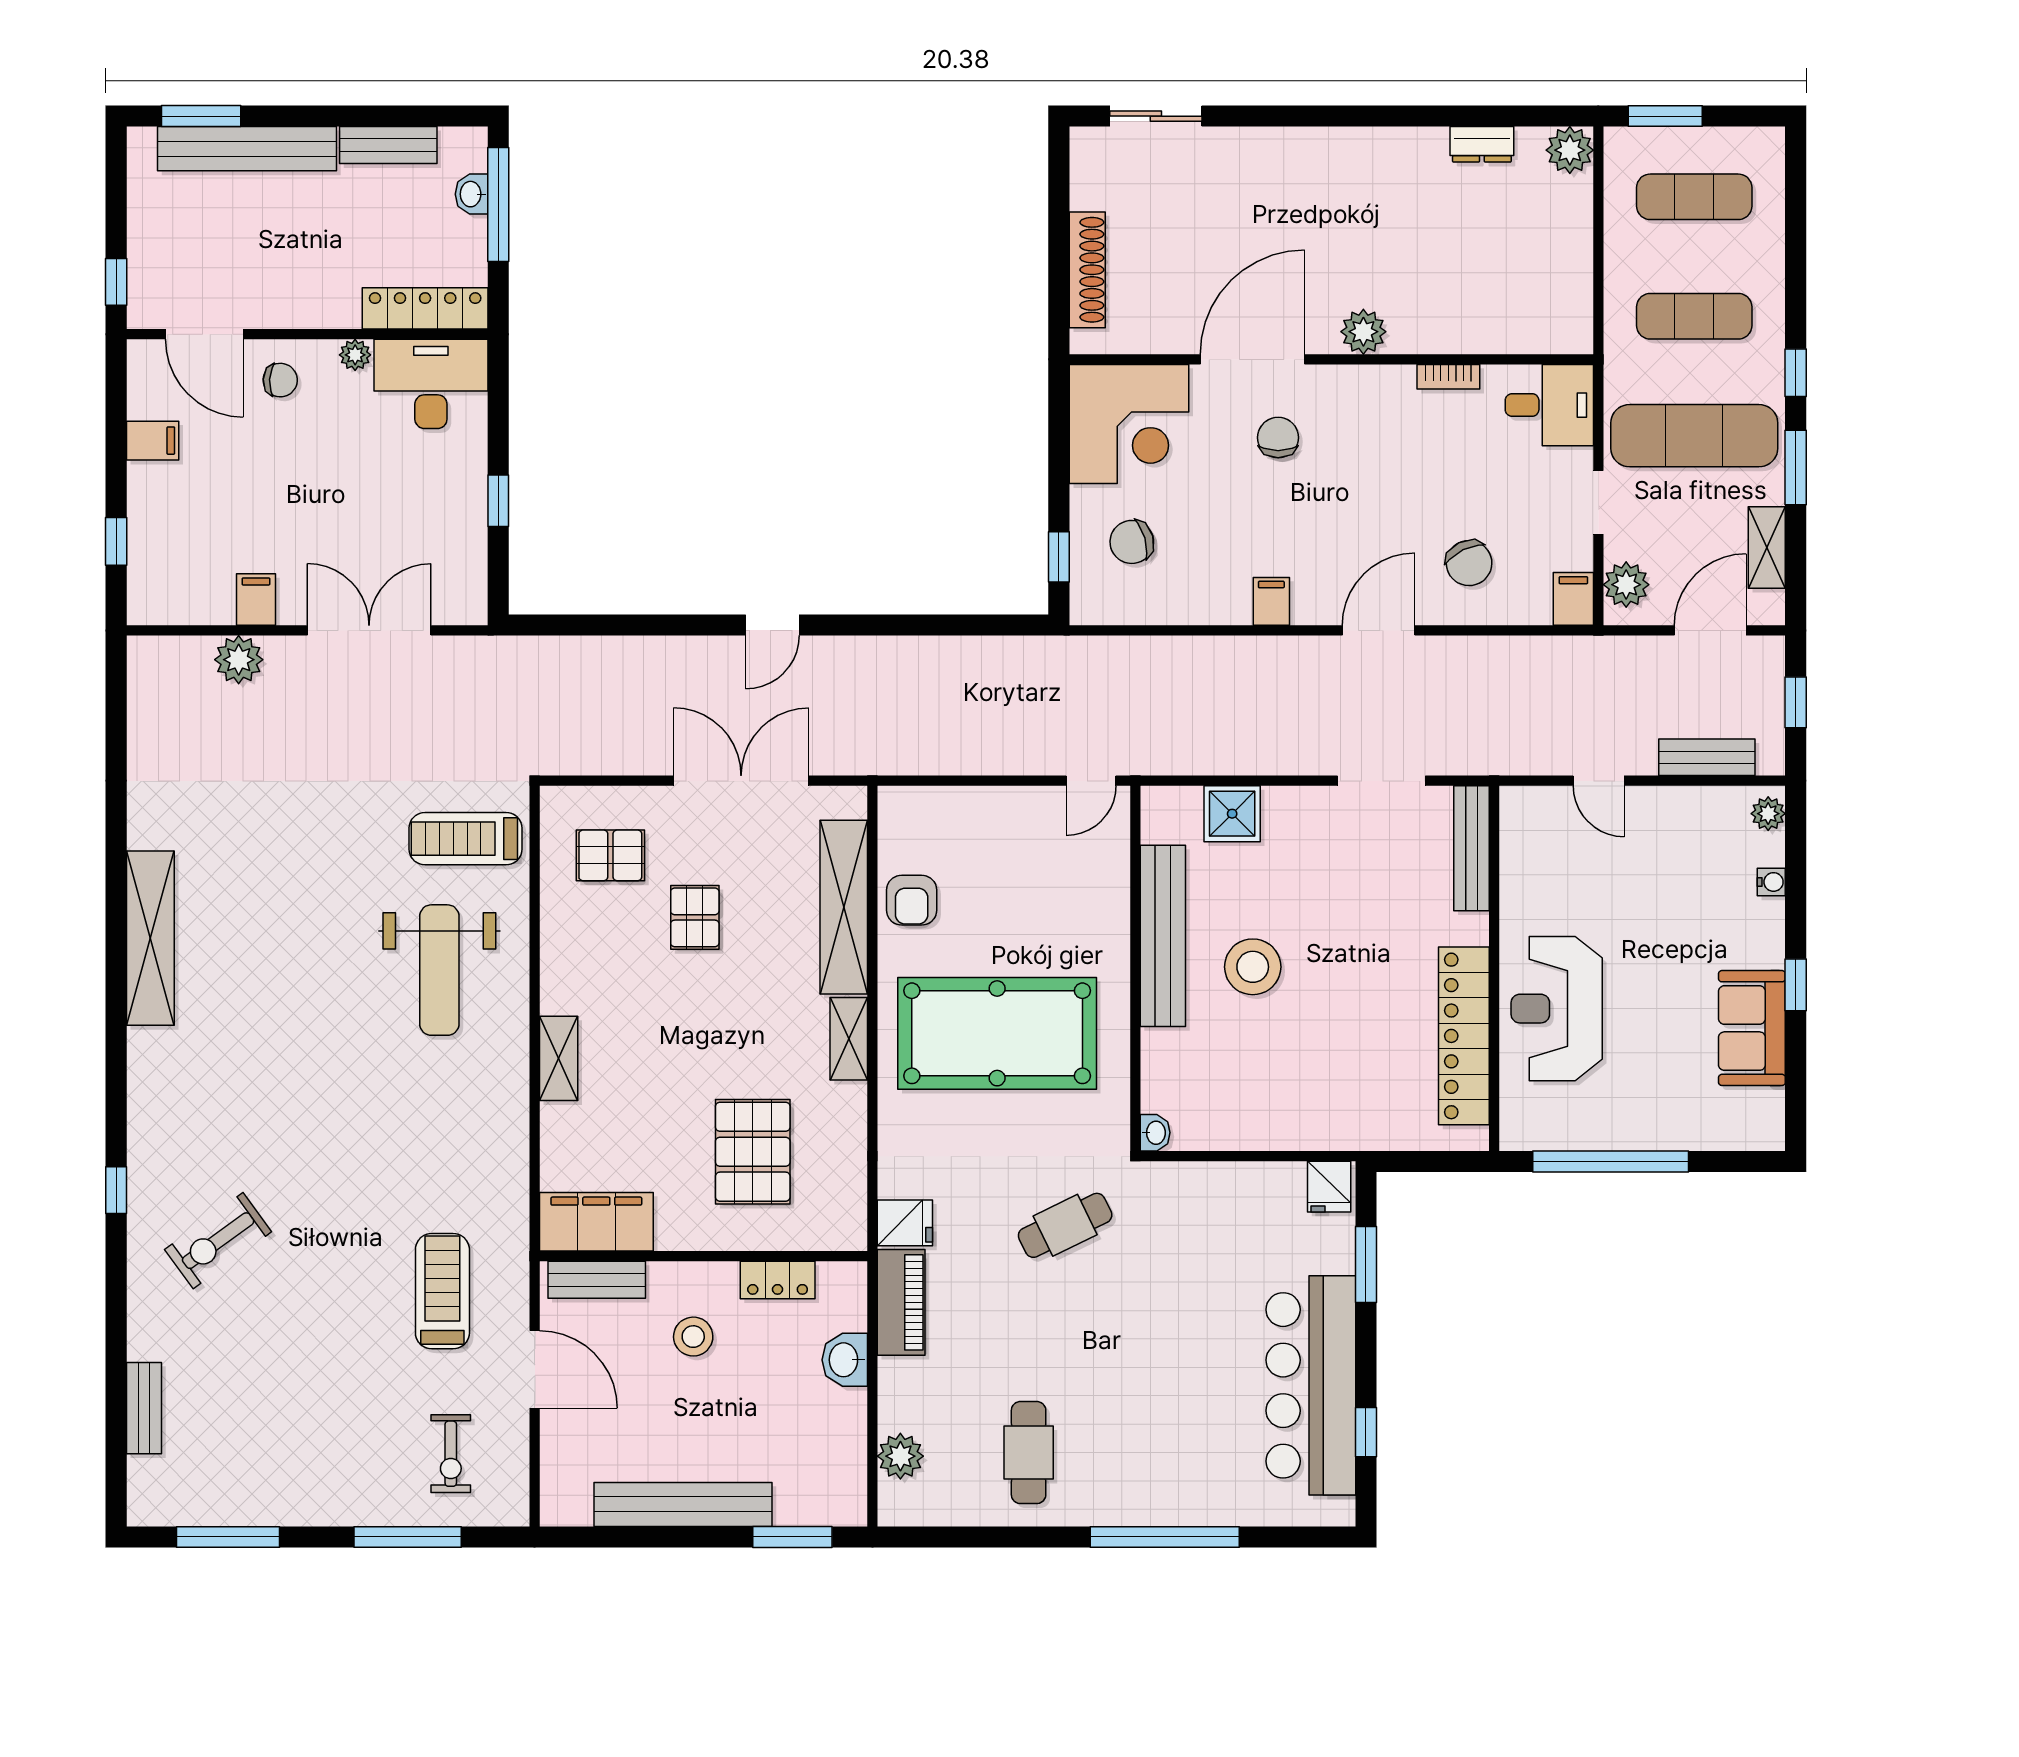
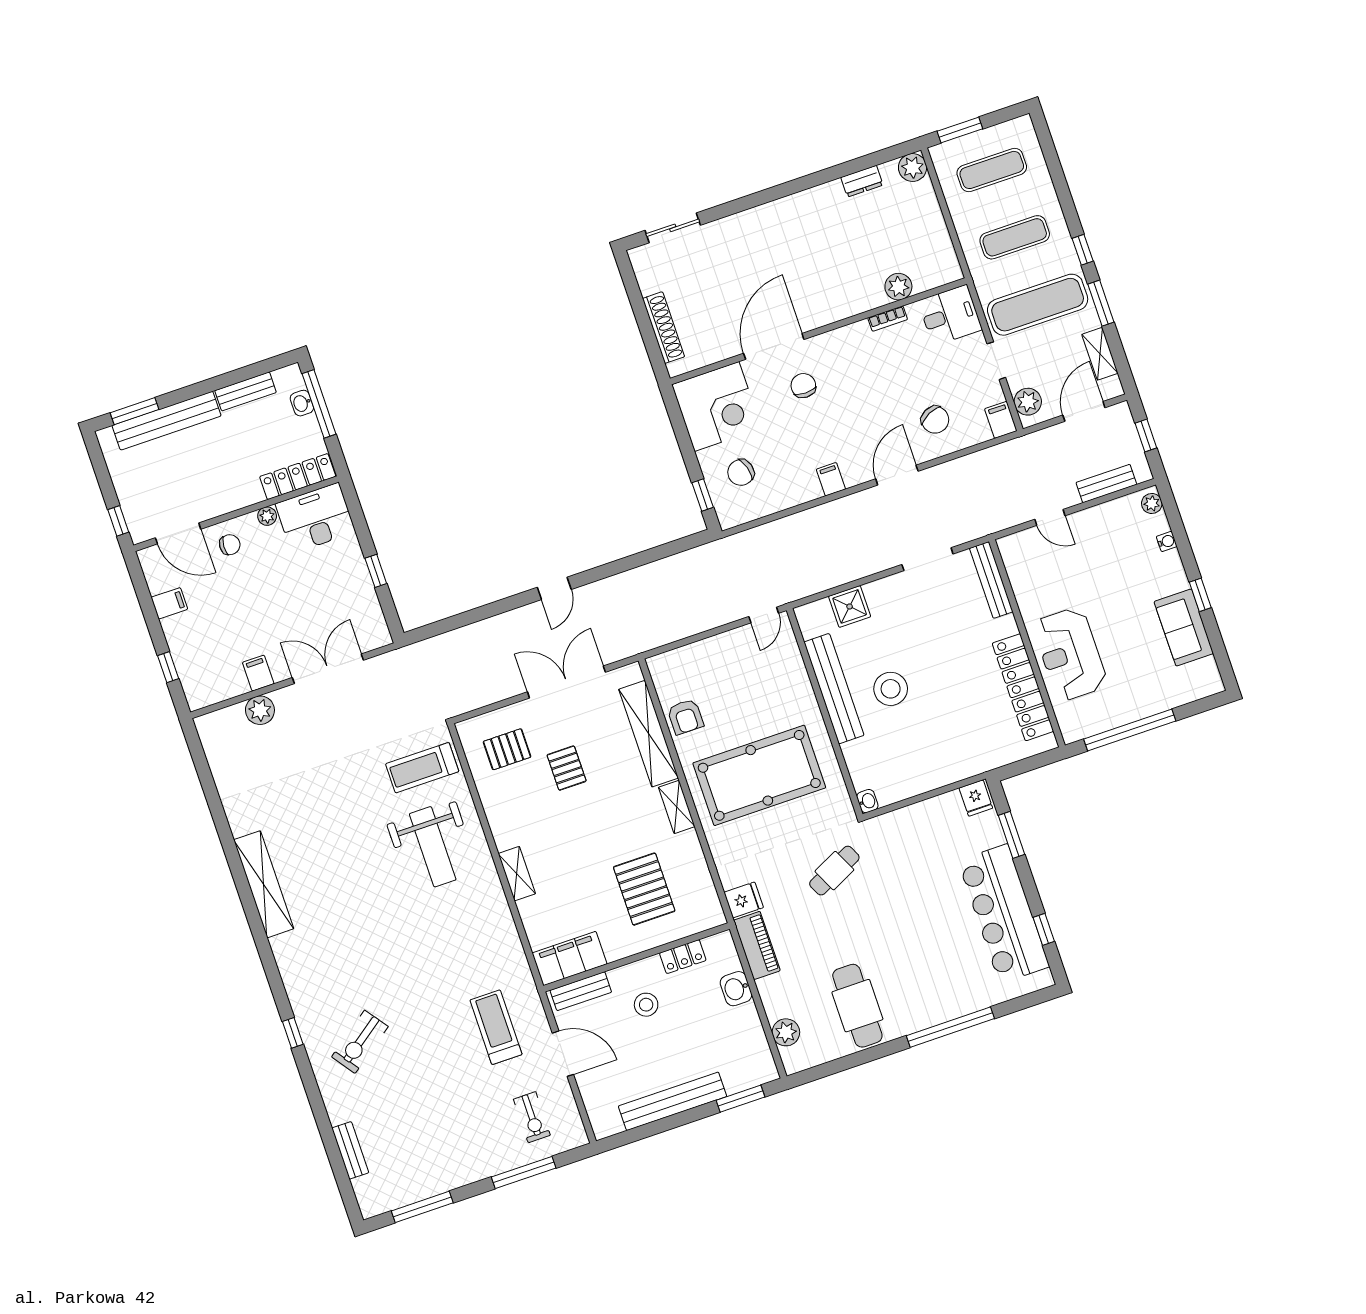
plant: (1363, 332) -> (898, 287), moved
cafe table: (1029, 1453) -> (857, 1006), width x1.37, depth x1.35

